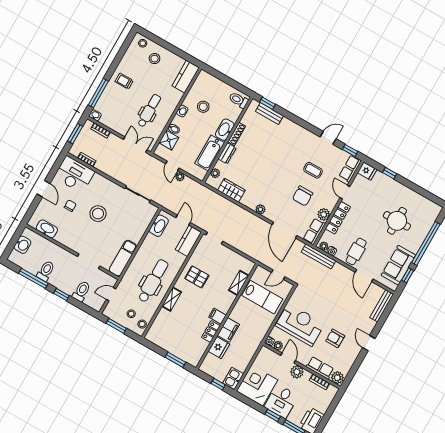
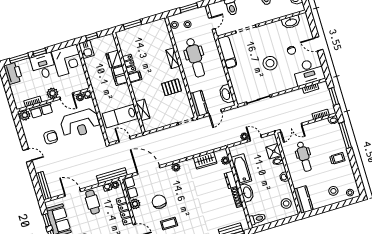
stool: (203, 107) -> (286, 203), moved
door: (183, 220) -> (215, 112), hinge flipped
door: (278, 275) -> (124, 140), hinge flipped

